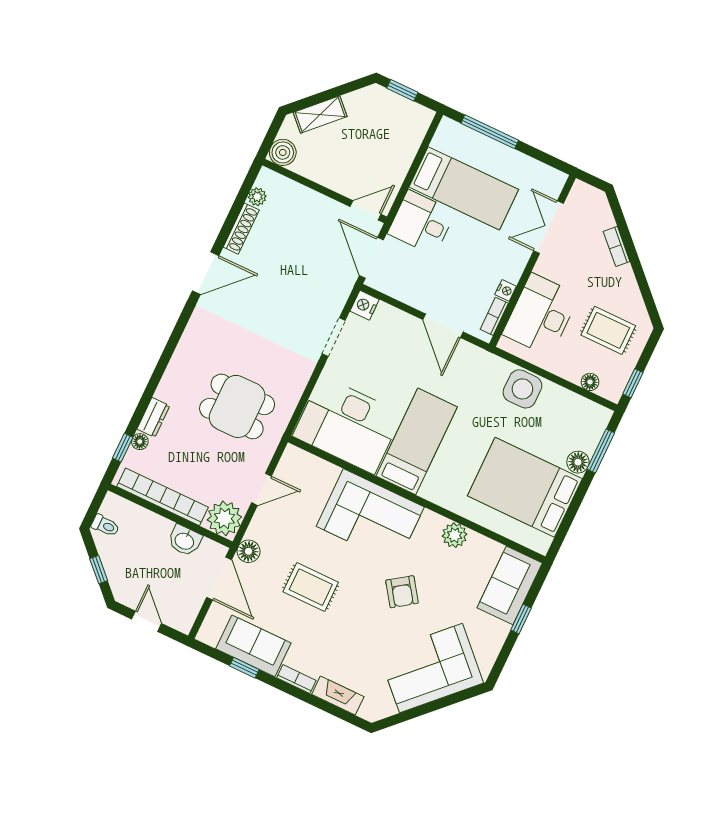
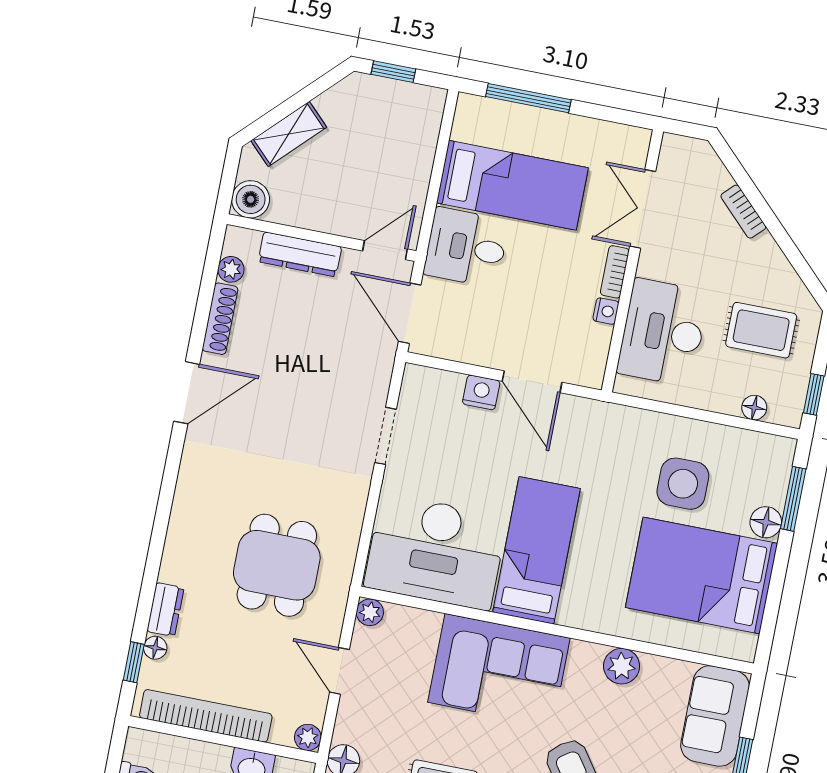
dresser: (307, 198) -> (300, 254), added
nightstand: (365, 305) -> (481, 392), moved, turned 90
bookcase: (494, 316) -> (615, 272), moved
side table: (522, 389) -> (683, 484), moved
dining table: (237, 406) -> (277, 565), turned 90
plant: (292, 455) -> (370, 612), added
door: (261, 489) -> (339, 671), swing flipped
plant: (224, 518) -> (308, 737), width x0.53, depth x0.53

